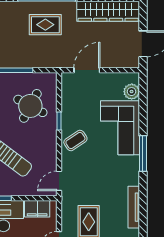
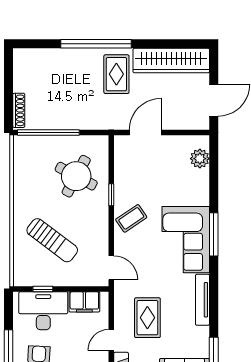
rug: (45, 25) -> (116, 74), moved, turned 90
corner sofa: (120, 128) -> (186, 240), moved
door: (59, 181) -> (111, 268), swing flipped

